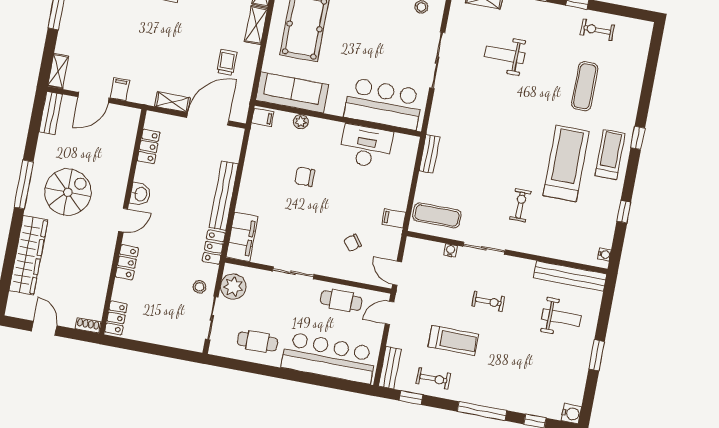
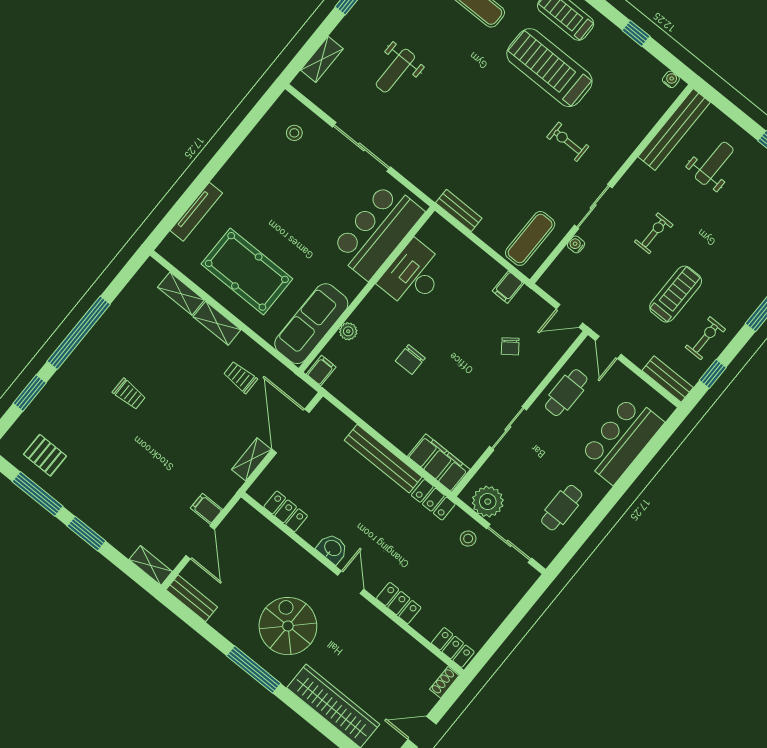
bar counter: (329, 358) -> (621, 440), width x0.73

